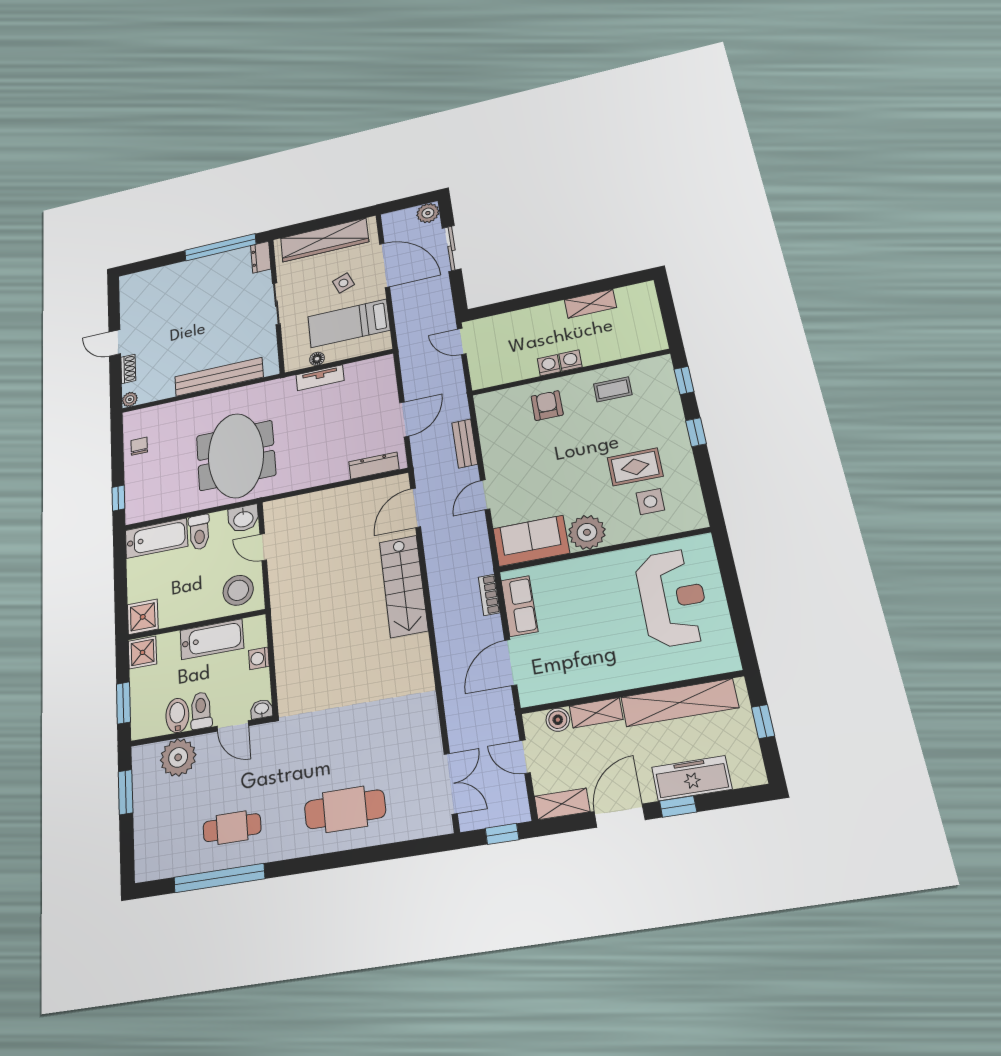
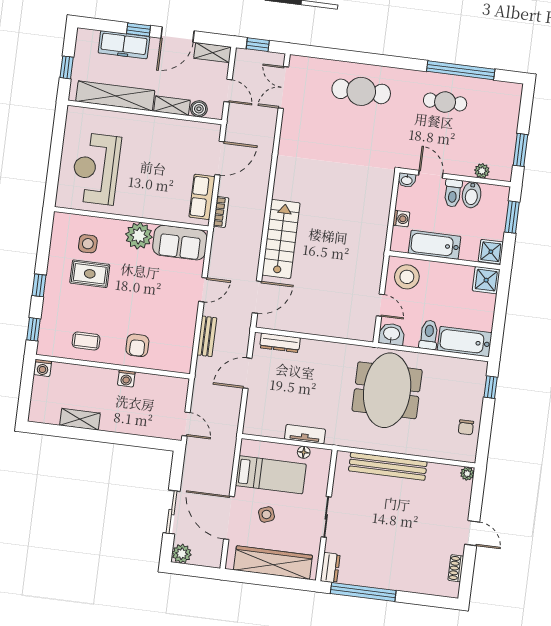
washing machine: (570, 361) -> (43, 368), moved
shoe rack: (128, 369) -> (456, 568), moved
plant: (178, 757) -> (482, 171), width x0.53, depth x0.53

